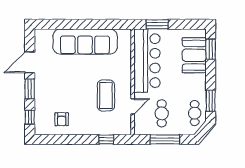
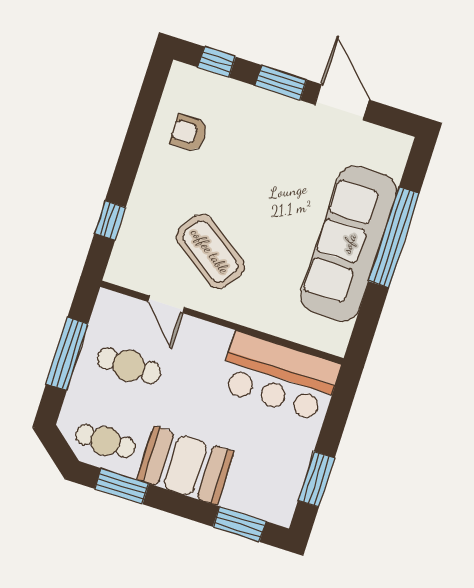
window: (77, 24) -> (394, 237), added
window: (157, 24) -> (316, 479), moved
booth: (194, 55) -> (185, 466), moved
bar counter: (147, 61) -> (279, 377), width x0.73
coffee table: (106, 96) -> (210, 251), turned 35

